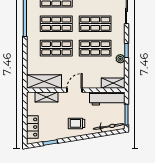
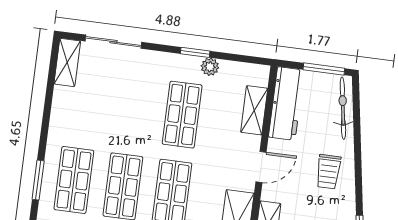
shop shelf: (95, 24) -> (133, 108), removed
shelving: (113, 83) -> (254, 110), moved
door: (75, 90) -> (261, 167), swing flipped

